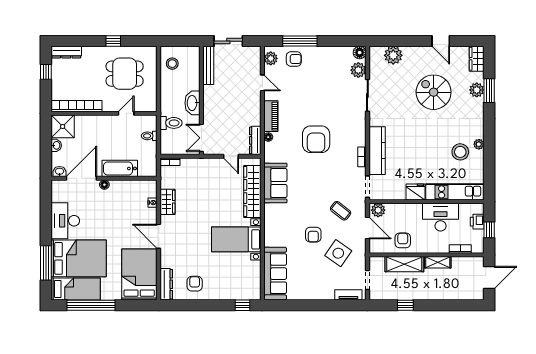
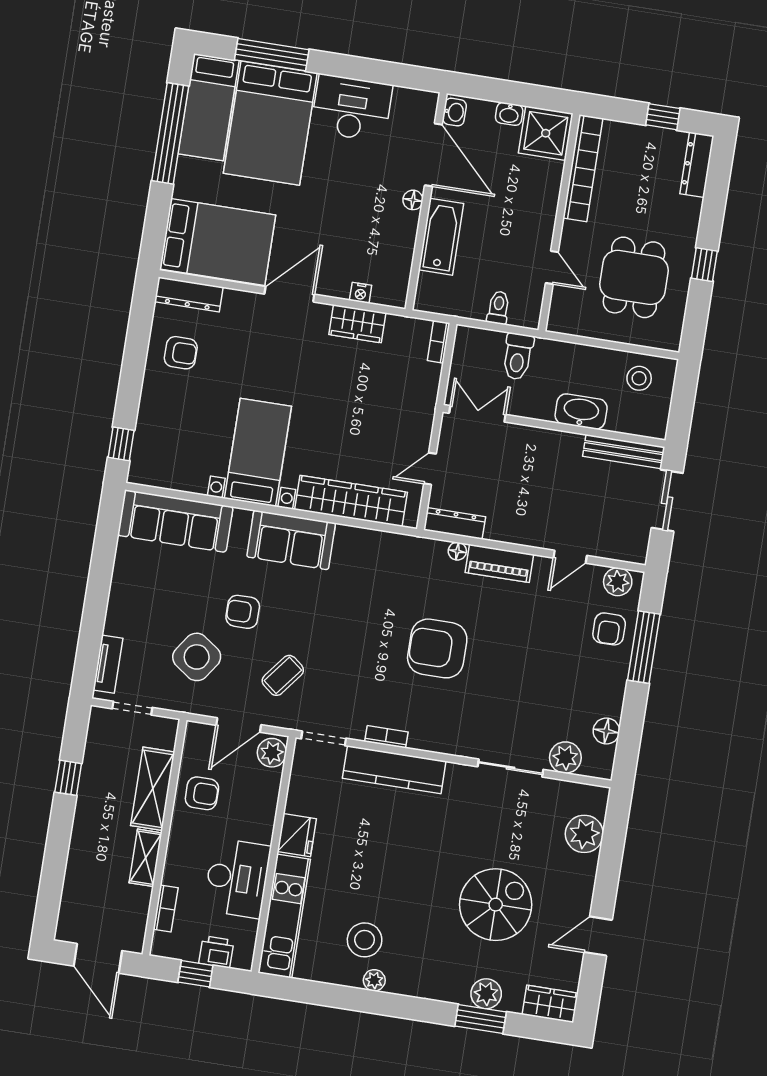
floor lamp: (360, 53) -> (606, 731), moved
washbasin: (192, 103) -> (581, 412), moved
sofa: (275, 183) -> (291, 540), moved

